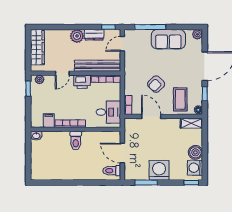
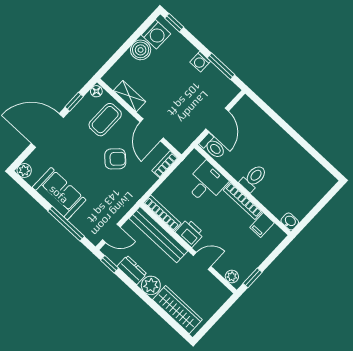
wardrobe: (37, 47) -> (177, 310), moved, turned 90
desk: (108, 112) -> (206, 183), moved, turned 90
shelving: (191, 123) -> (129, 96), moved
washing machine: (159, 170) -> (200, 62), width x0.53, depth x0.53
toilet: (112, 171) -> (213, 147), moved

